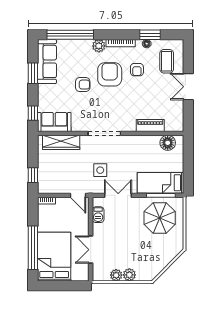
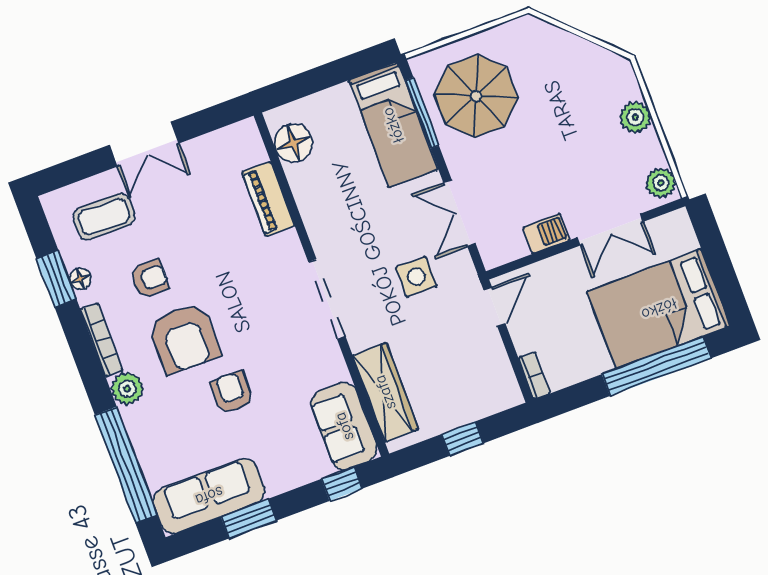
armchair: (110, 74) -> (184, 338), turned -90
window: (33, 175) -> (462, 439), moved
barbecue: (98, 215) -> (546, 234), moved
plant: (116, 275) -> (661, 183), moved

